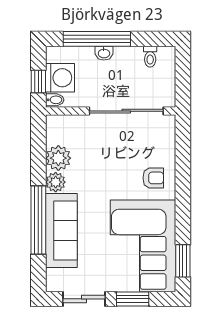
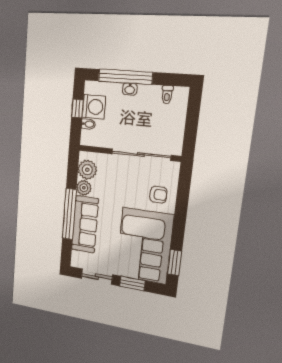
wall: (111, 111) -> (129, 153), moved
sliding door: (126, 111) -> (141, 155), moved

